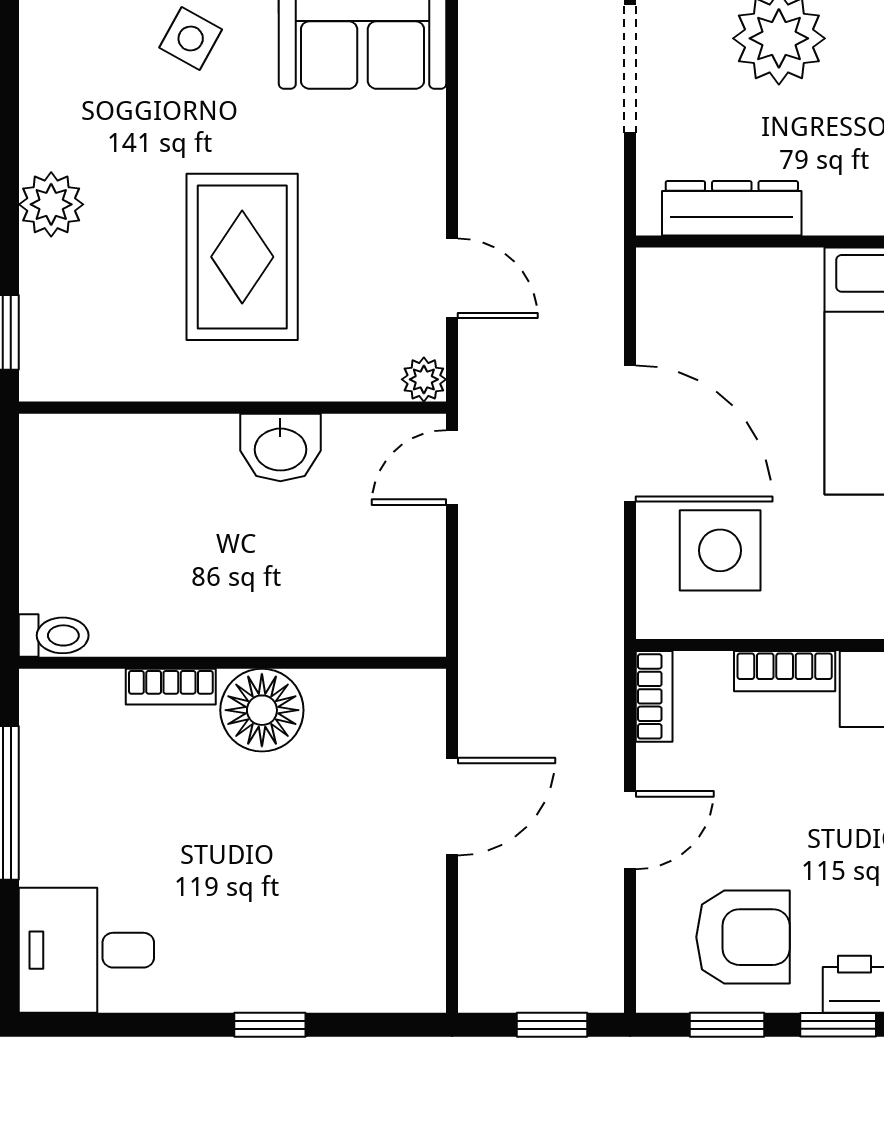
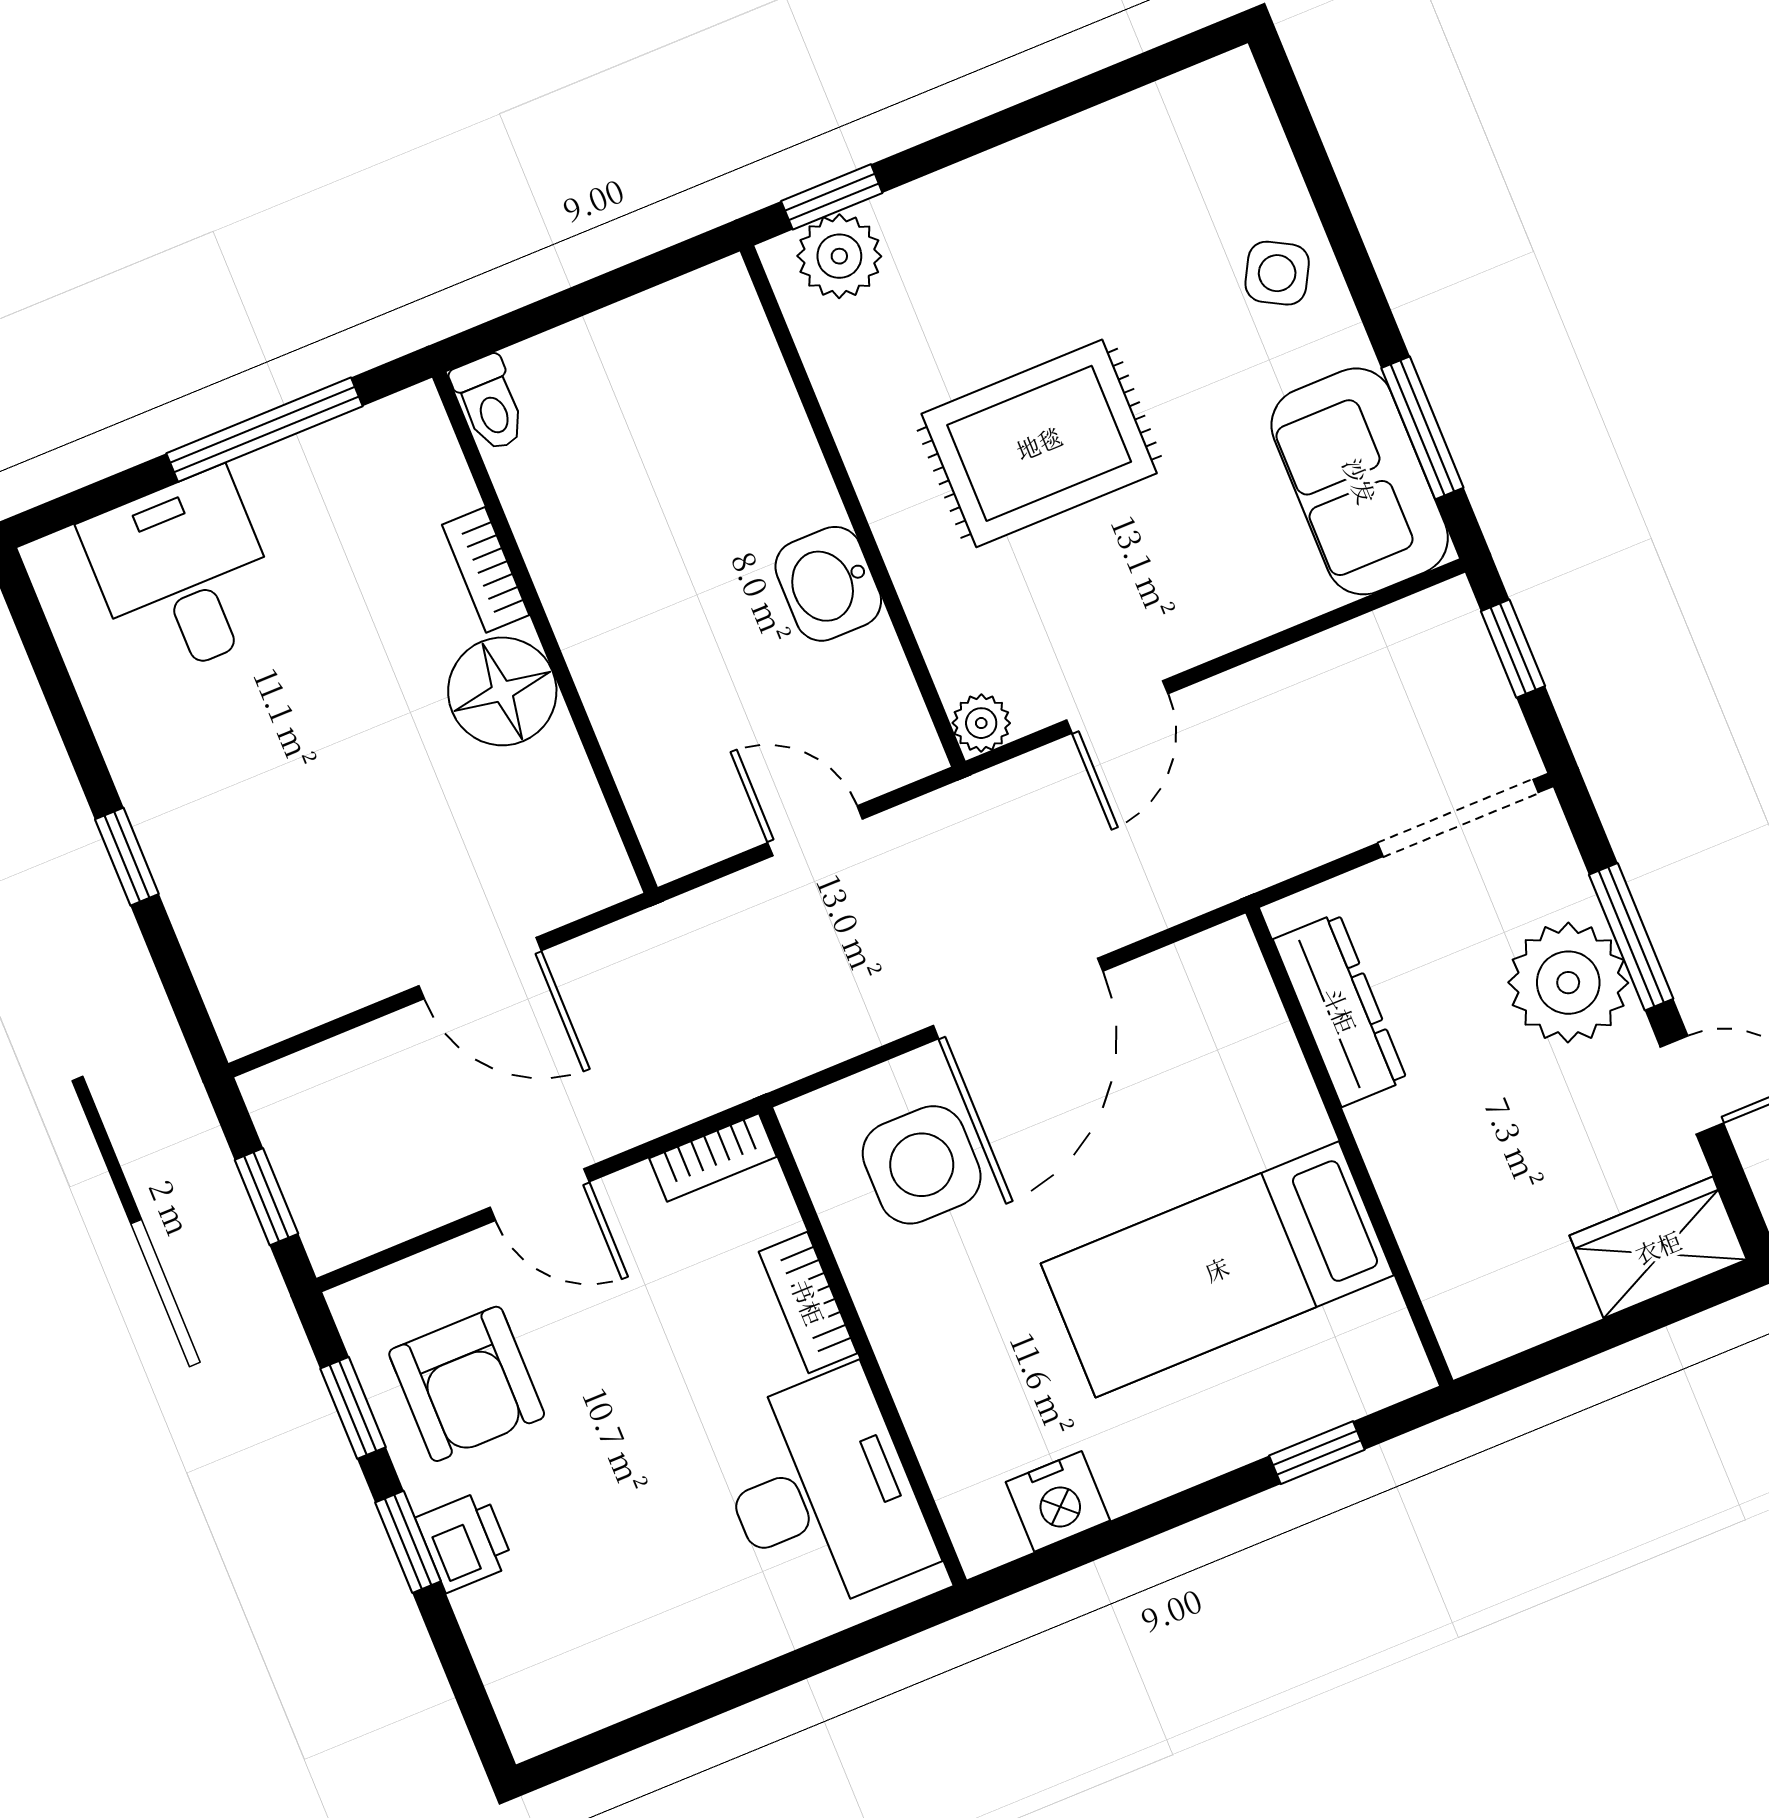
plant: (51, 204) -> (839, 256), moved
door: (452, 468) -> (815, 831), moved
desk: (86, 950) -> (183, 575), moved

